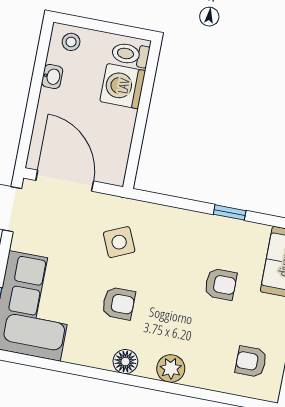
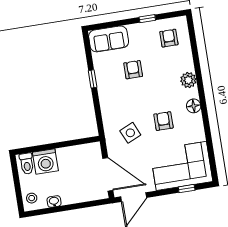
door: (65, 181) -> (108, 174), swing flipped
armchair: (251, 362) -> (169, 38), turned 180

